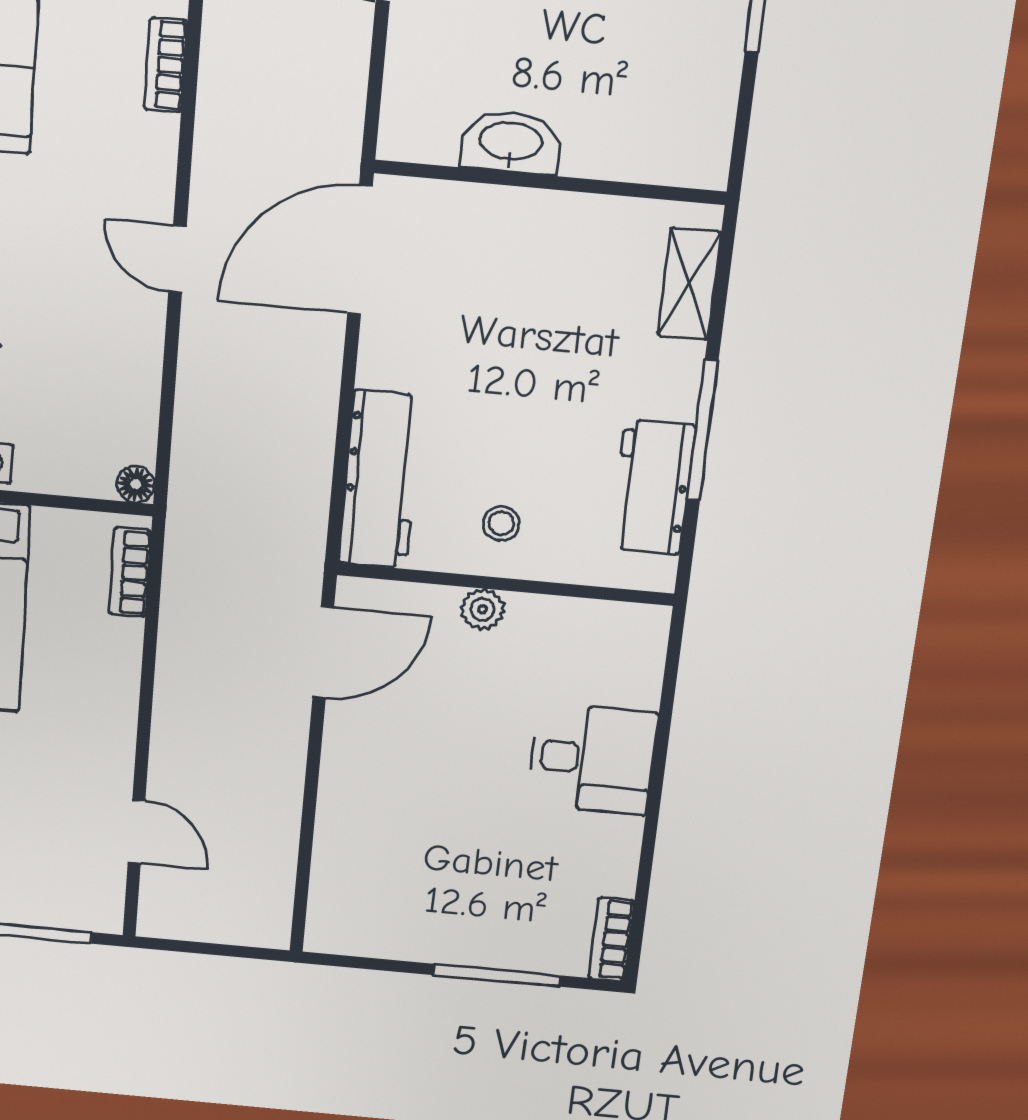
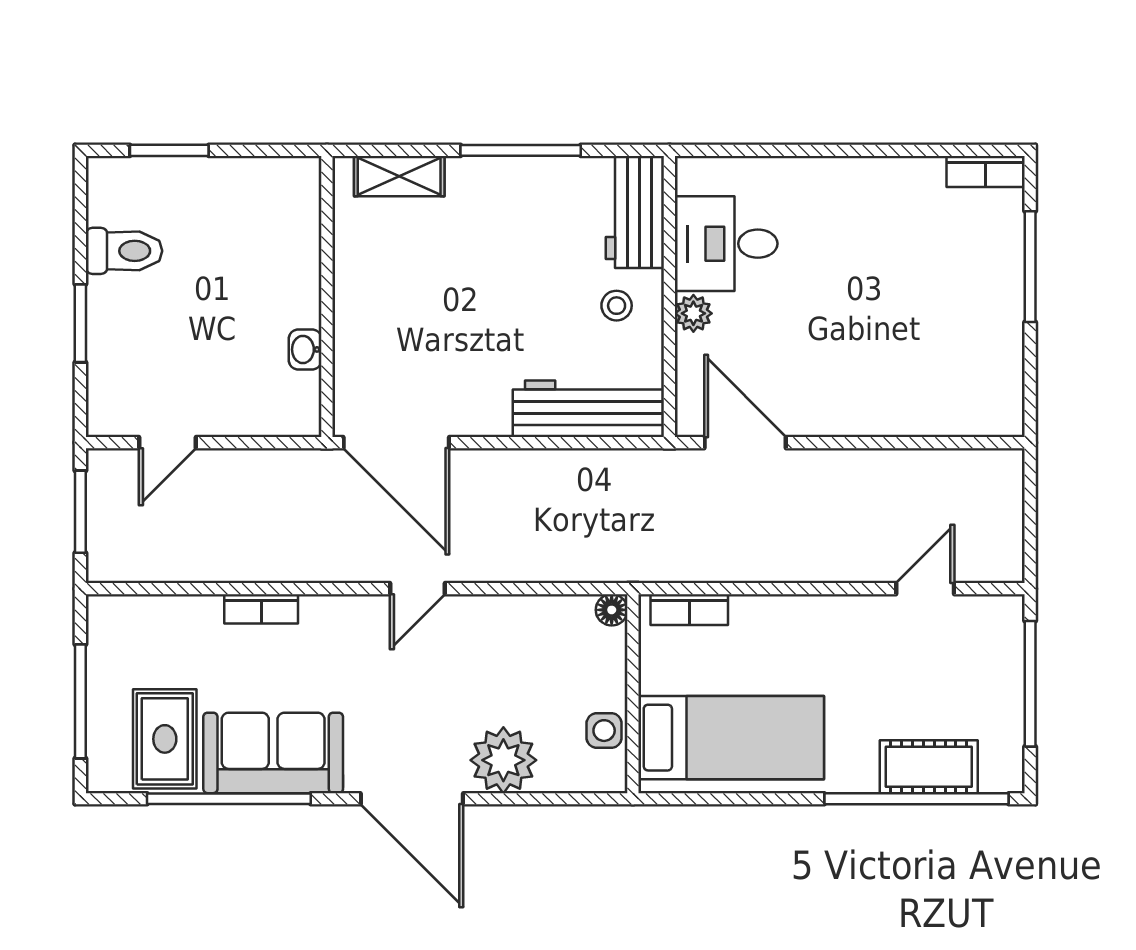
washbasin: (511, 143) -> (305, 349), width x0.52, depth x0.69
workbench: (653, 487) -> (635, 212), moved, turned 90
desk: (592, 759) -> (726, 244), moved, turned -90

